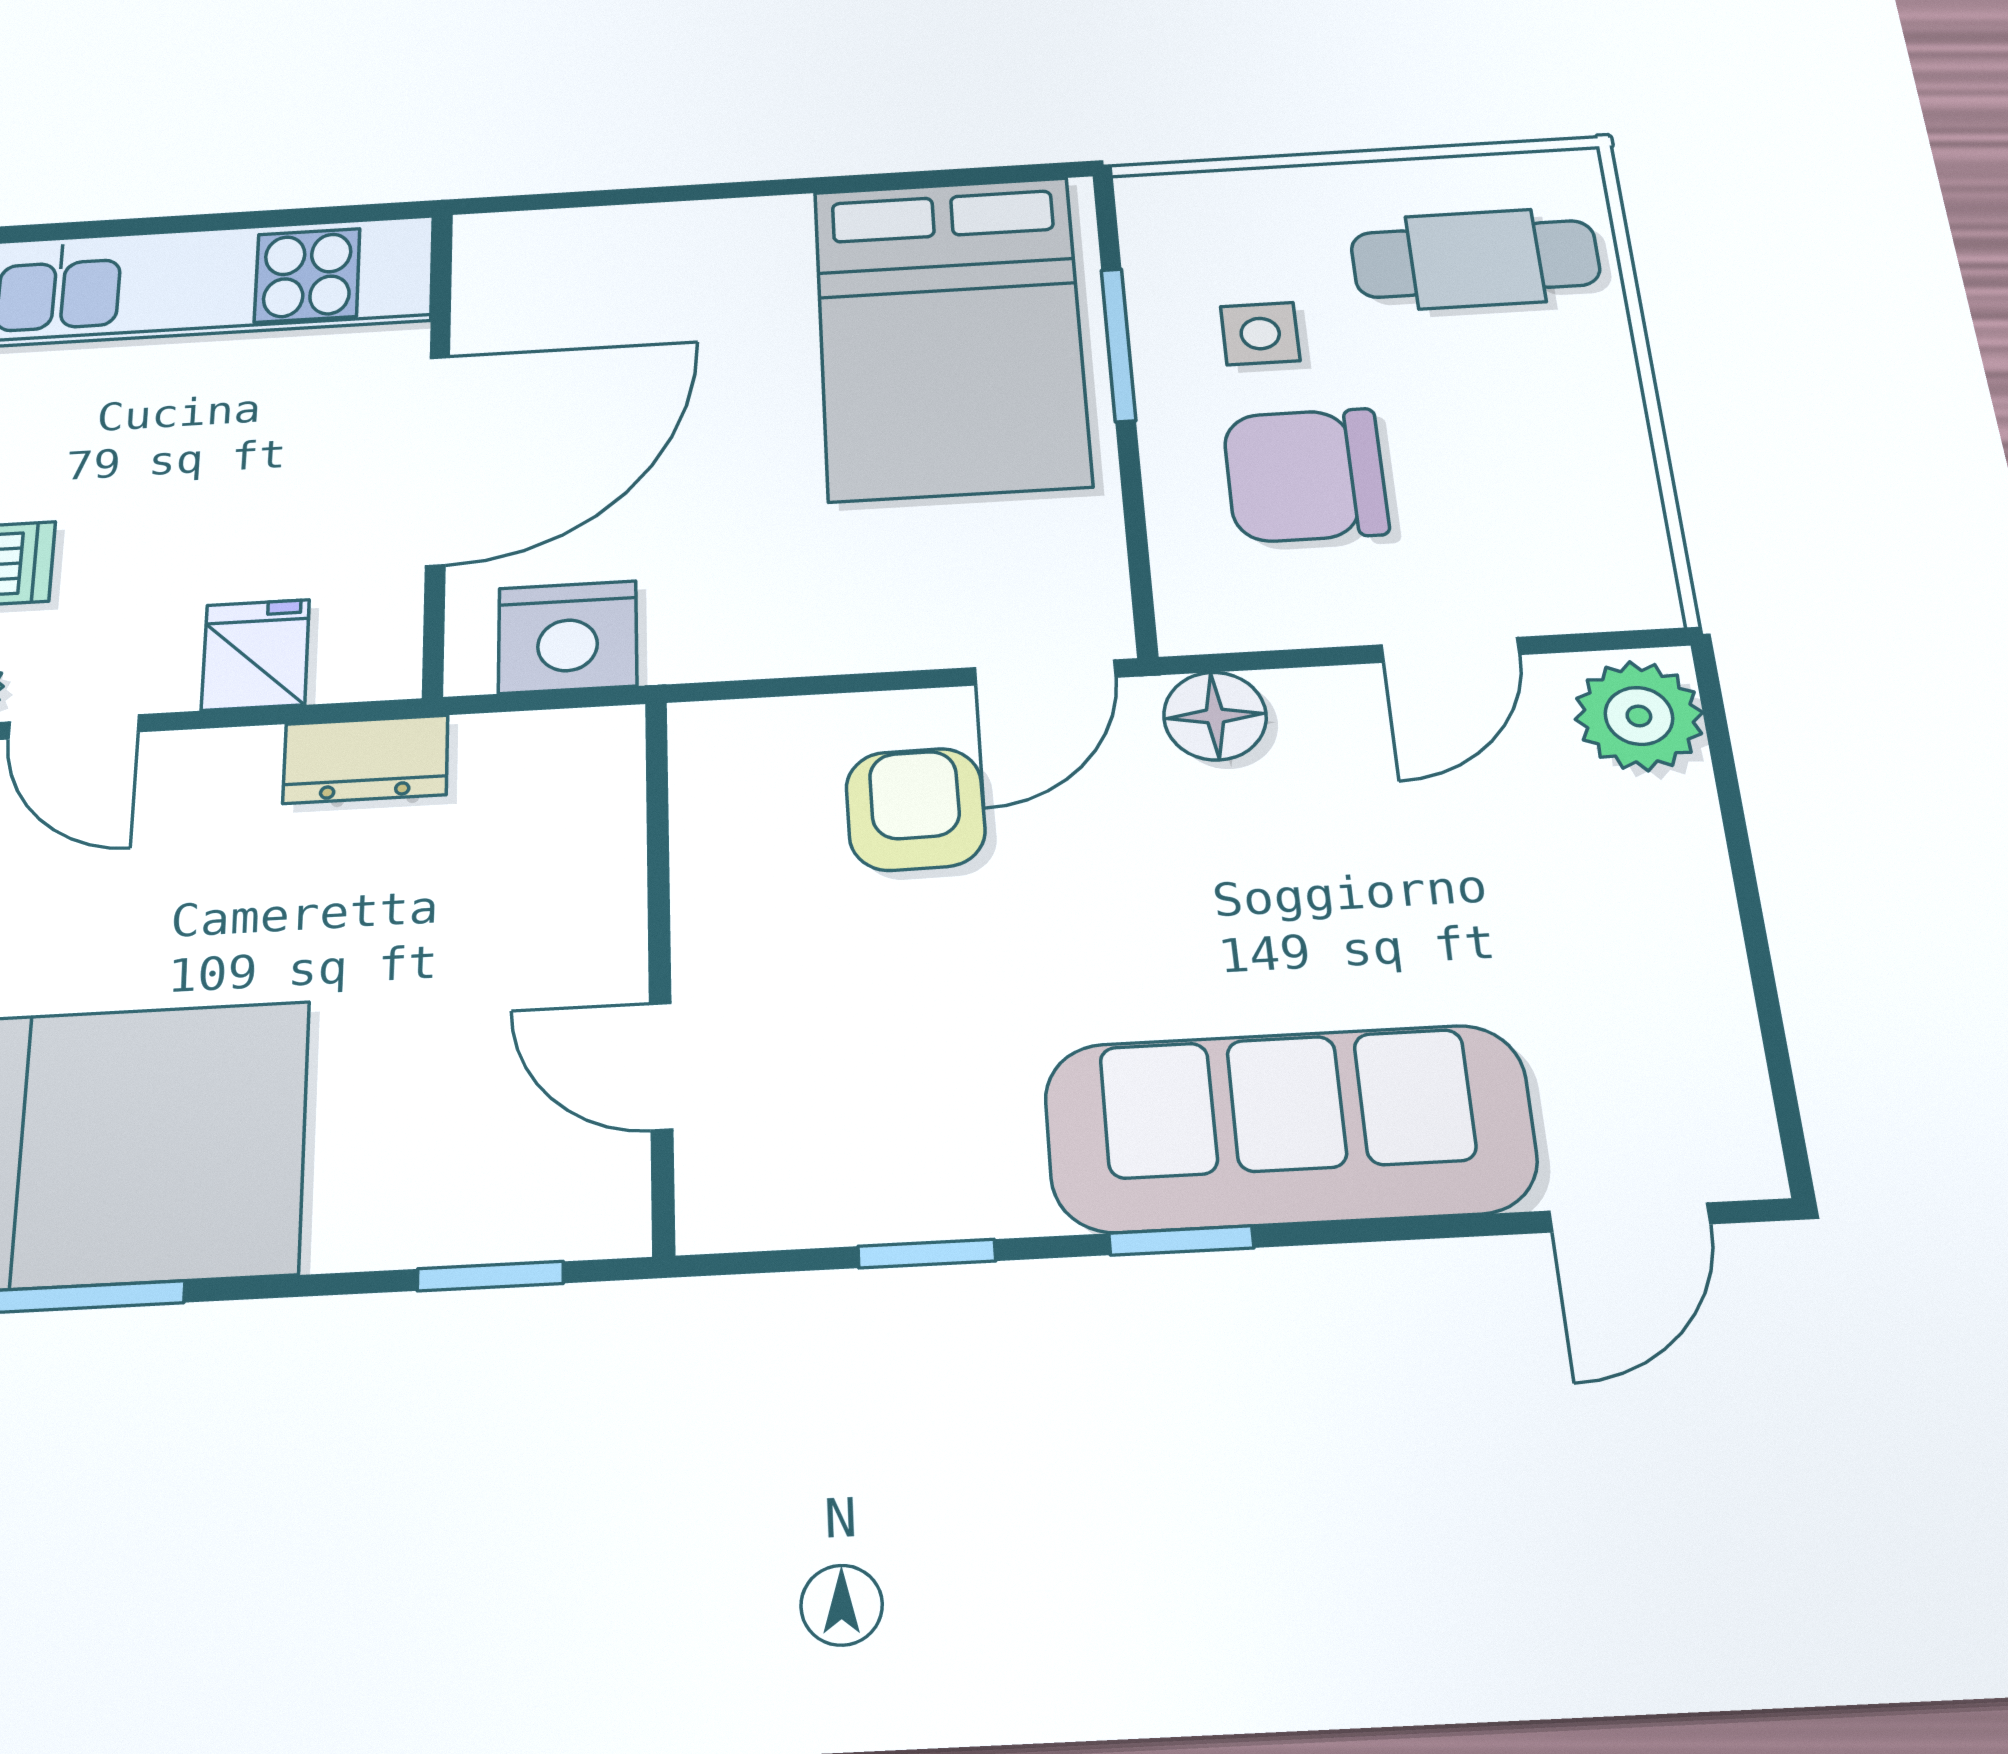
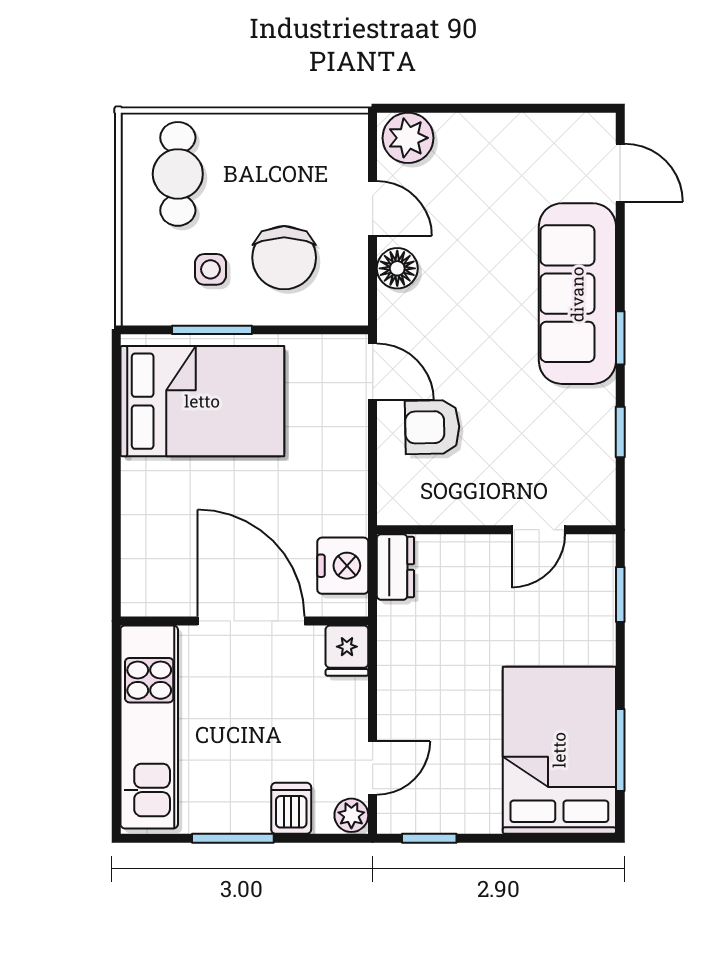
fridge: (256, 655) -> (347, 651), moved, turned -90
floor lamp: (1215, 716) -> (397, 268), moved
dresser: (366, 759) -> (395, 567), moved

